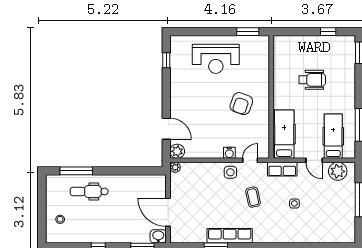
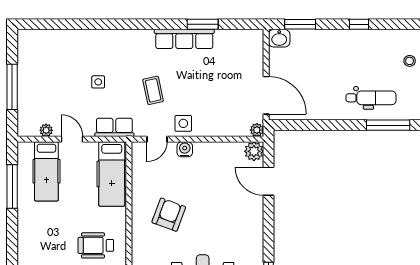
wheelchair: (312, 80) -> (96, 245), moved
plant: (338, 171) -> (46, 130), width x0.53, depth x0.53
door: (168, 212) -> (266, 95), moved

